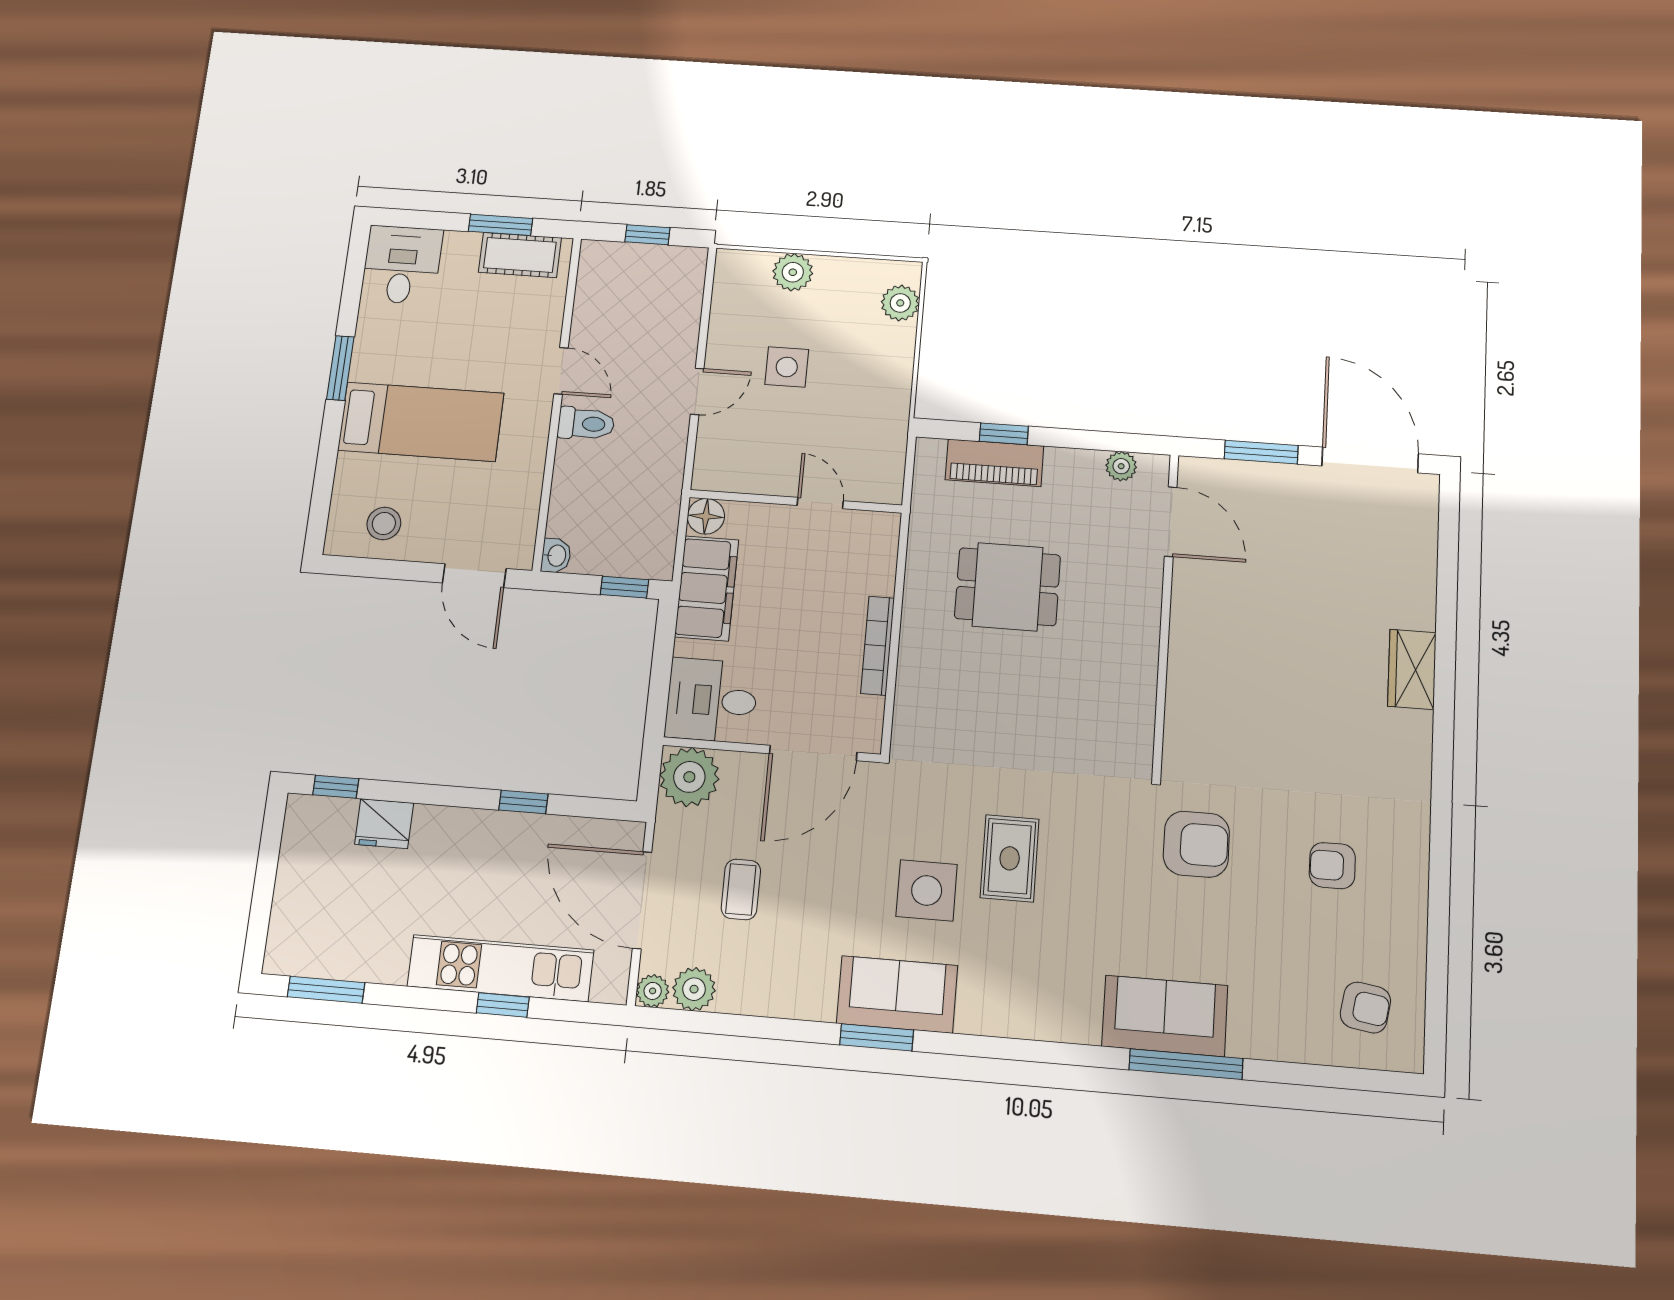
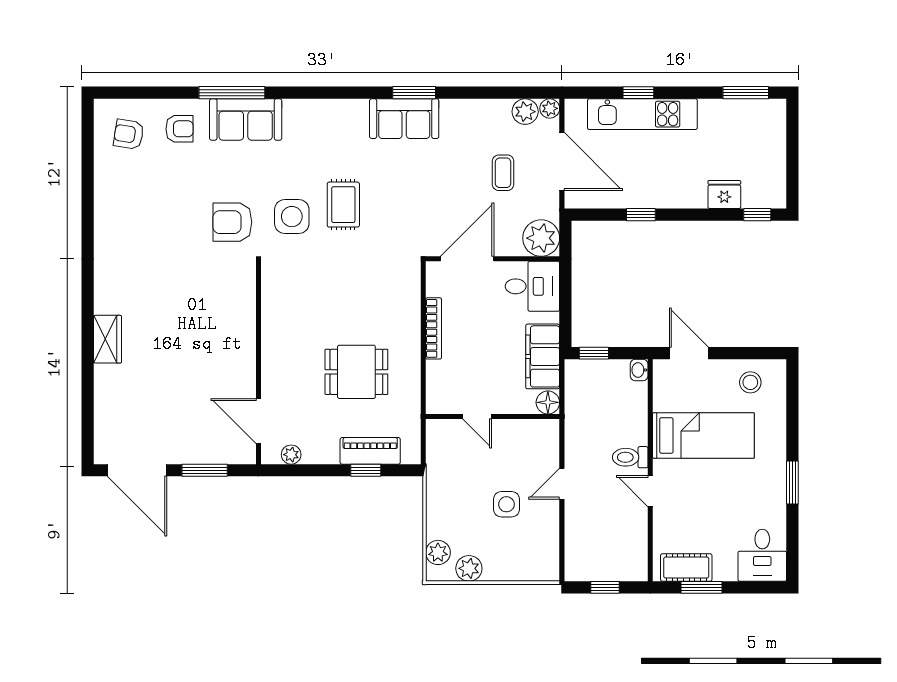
plant: (793, 272) -> (469, 568), moved
bed: (421, 422) -> (703, 435), moved, turned 180
armchair: (1332, 866) -> (179, 129), moved
side table: (927, 890) -> (292, 217), moved

